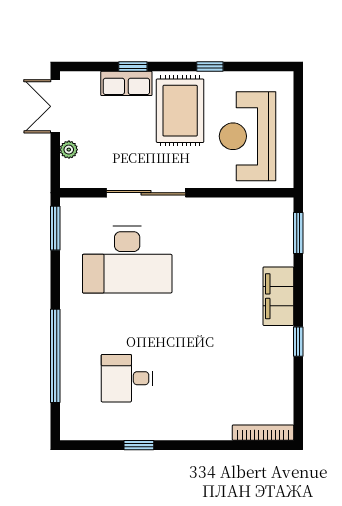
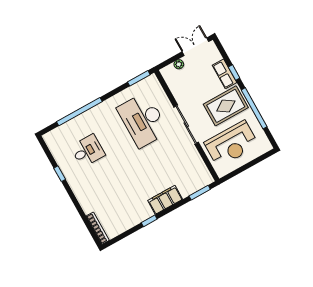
window: (210, 66) -> (254, 108), width x3.17
reception desk: (248, 136) -> (231, 144), turned 180
sliding door: (146, 193) -> (186, 125), moved
desk: (127, 378) -> (88, 151), turned 90

